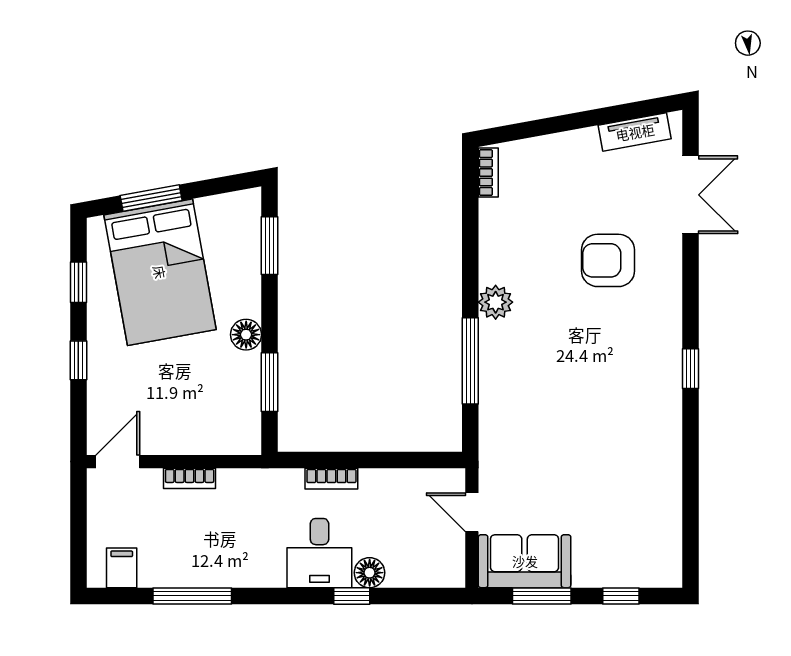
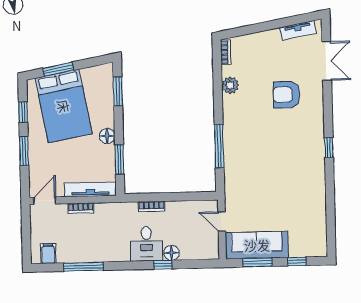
plant: (496, 302) -> (230, 85), moved
window: (78, 360) -> (24, 151), width x1.50
tv unit: (210, 441) -> (90, 189), added
sofa: (525, 561) -> (257, 245), width x1.36

